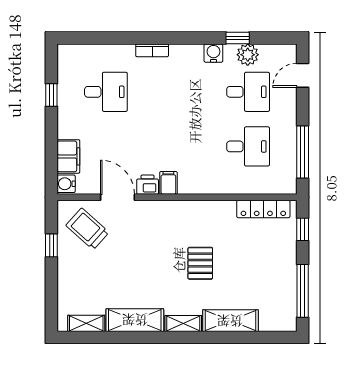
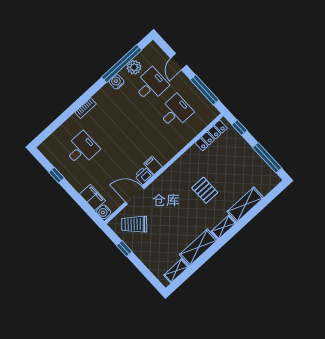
window: (238, 38) -> (122, 64), width x3.17
door: (303, 75) -> (179, 62), moved

